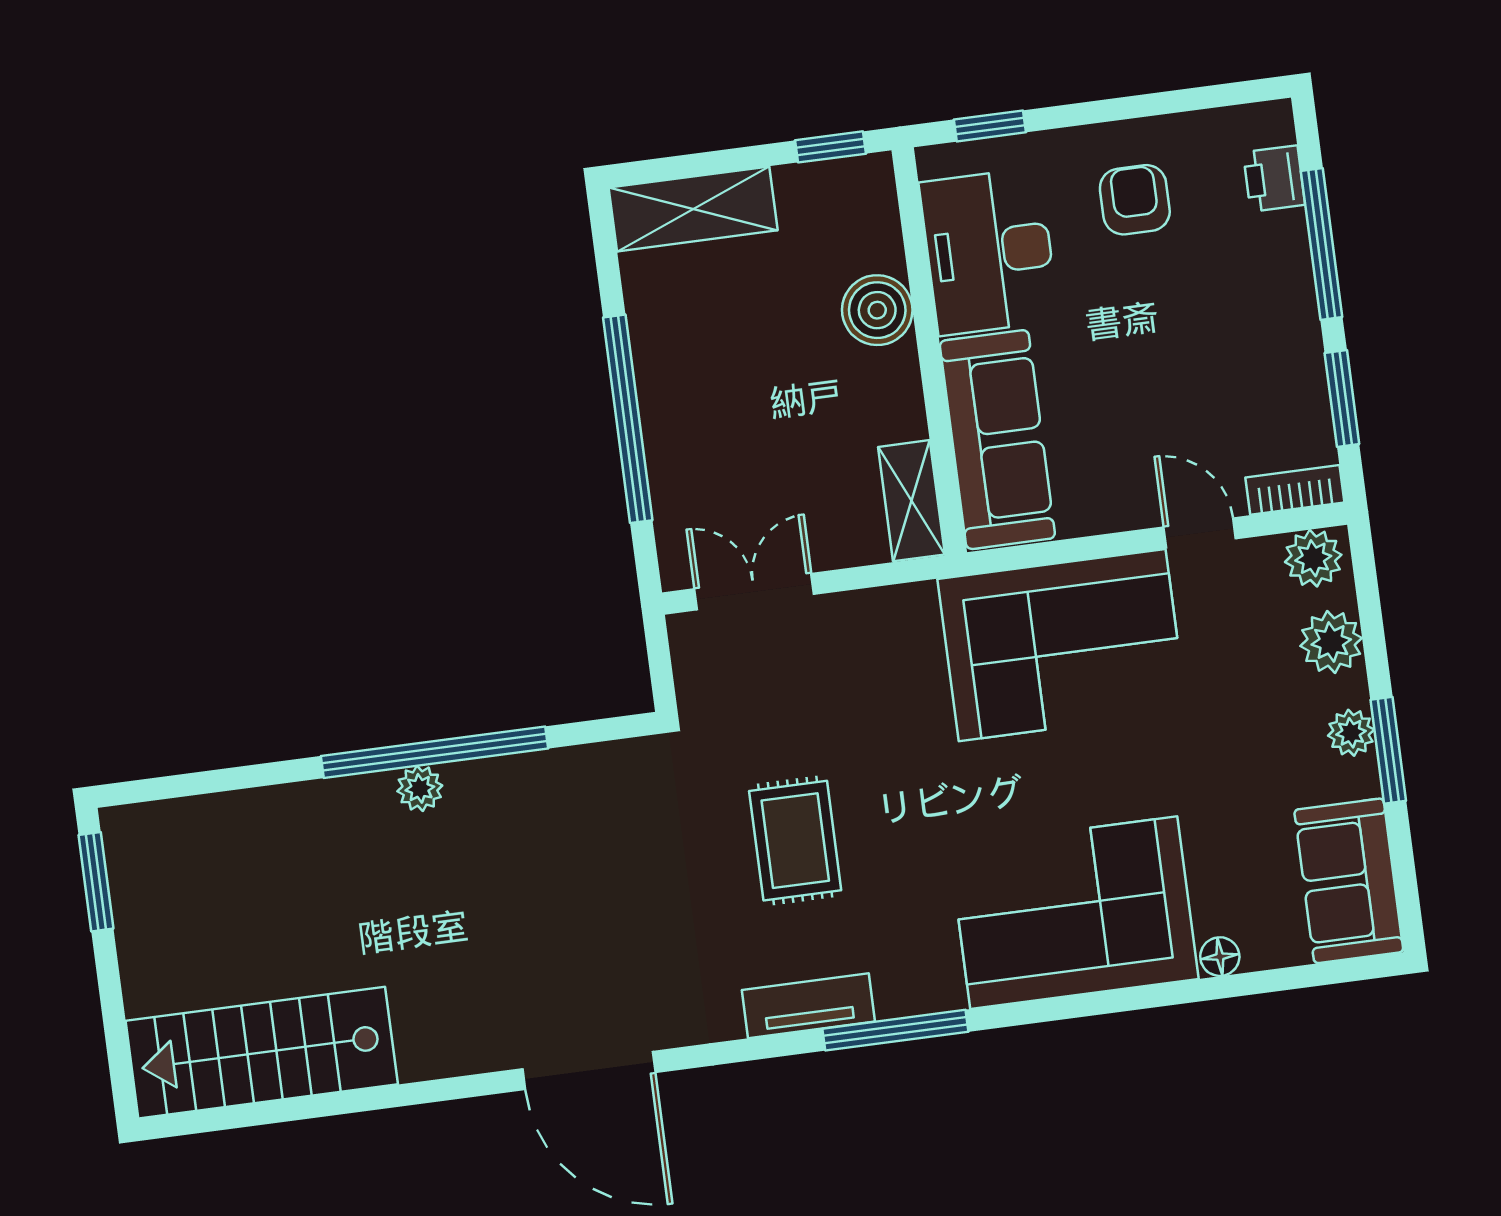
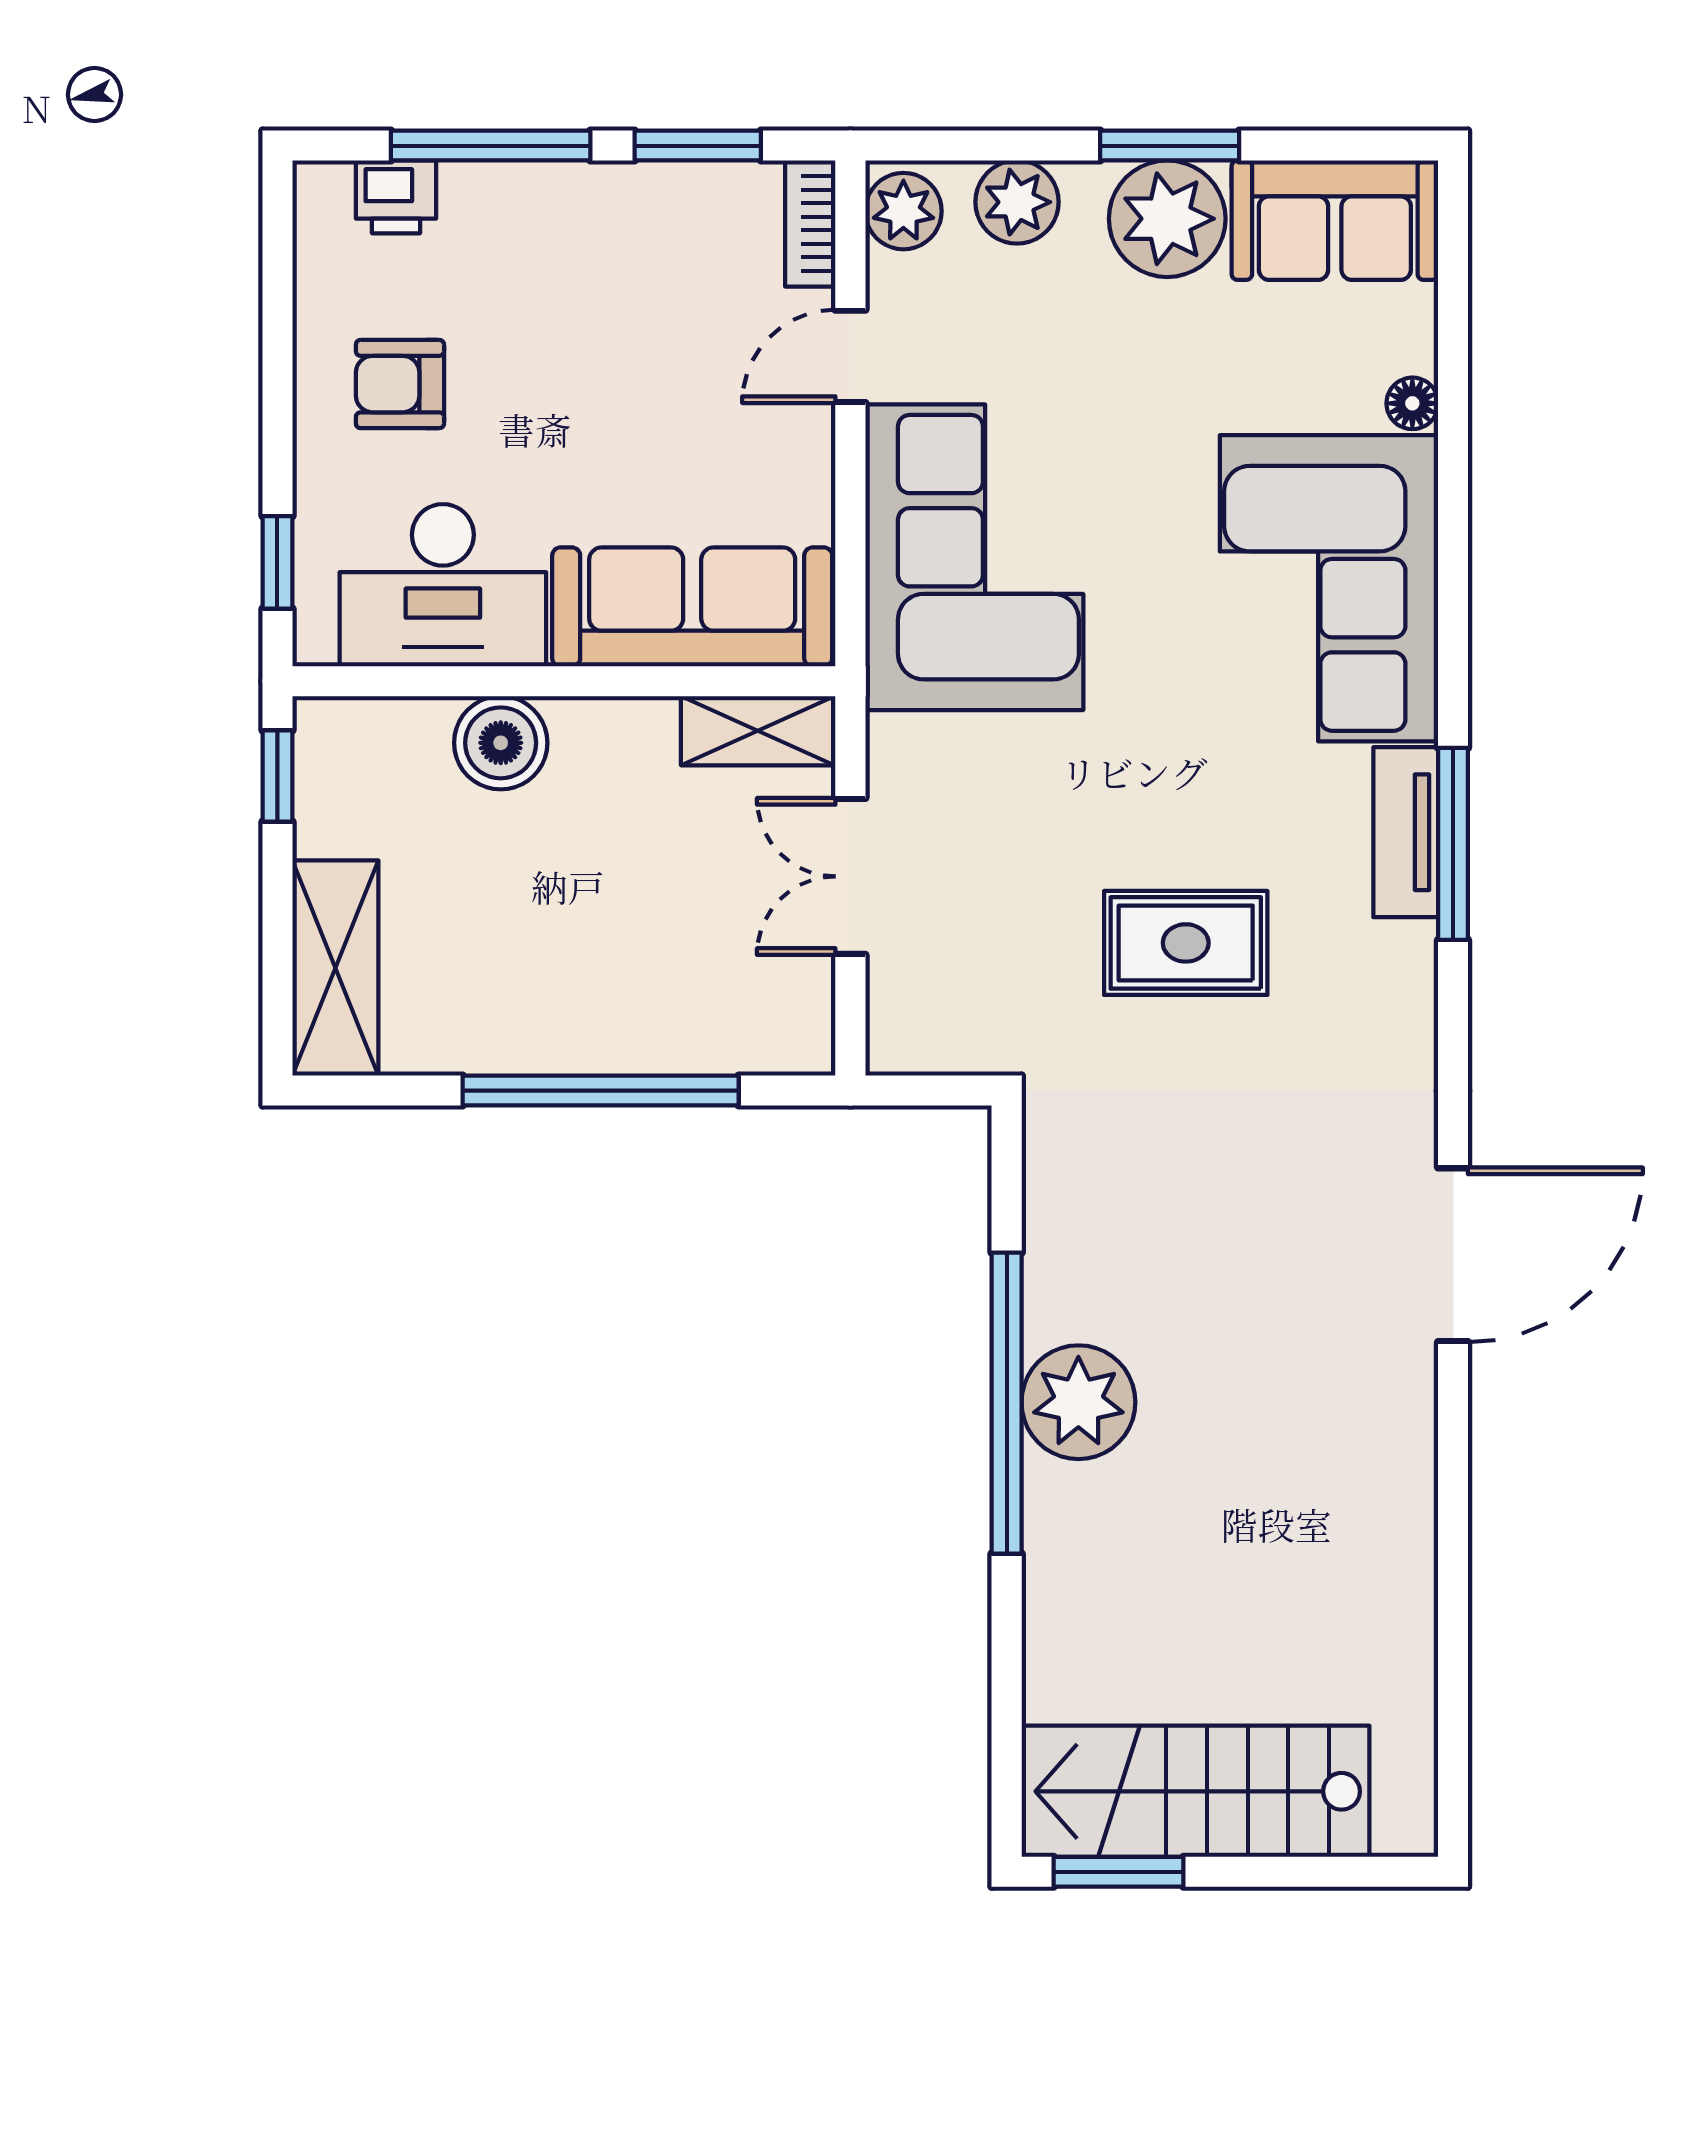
double door: (754, 592) -> (850, 876), moved
plant: (1351, 733) -> (1167, 219), width x1.87, depth x1.87
plant: (420, 788) -> (1078, 1402), width x1.87, depth x1.87
tv unit: (808, 1006) -> (1406, 832), moved
stairs: (262, 1053) -> (1195, 1791), moved, turned 90

